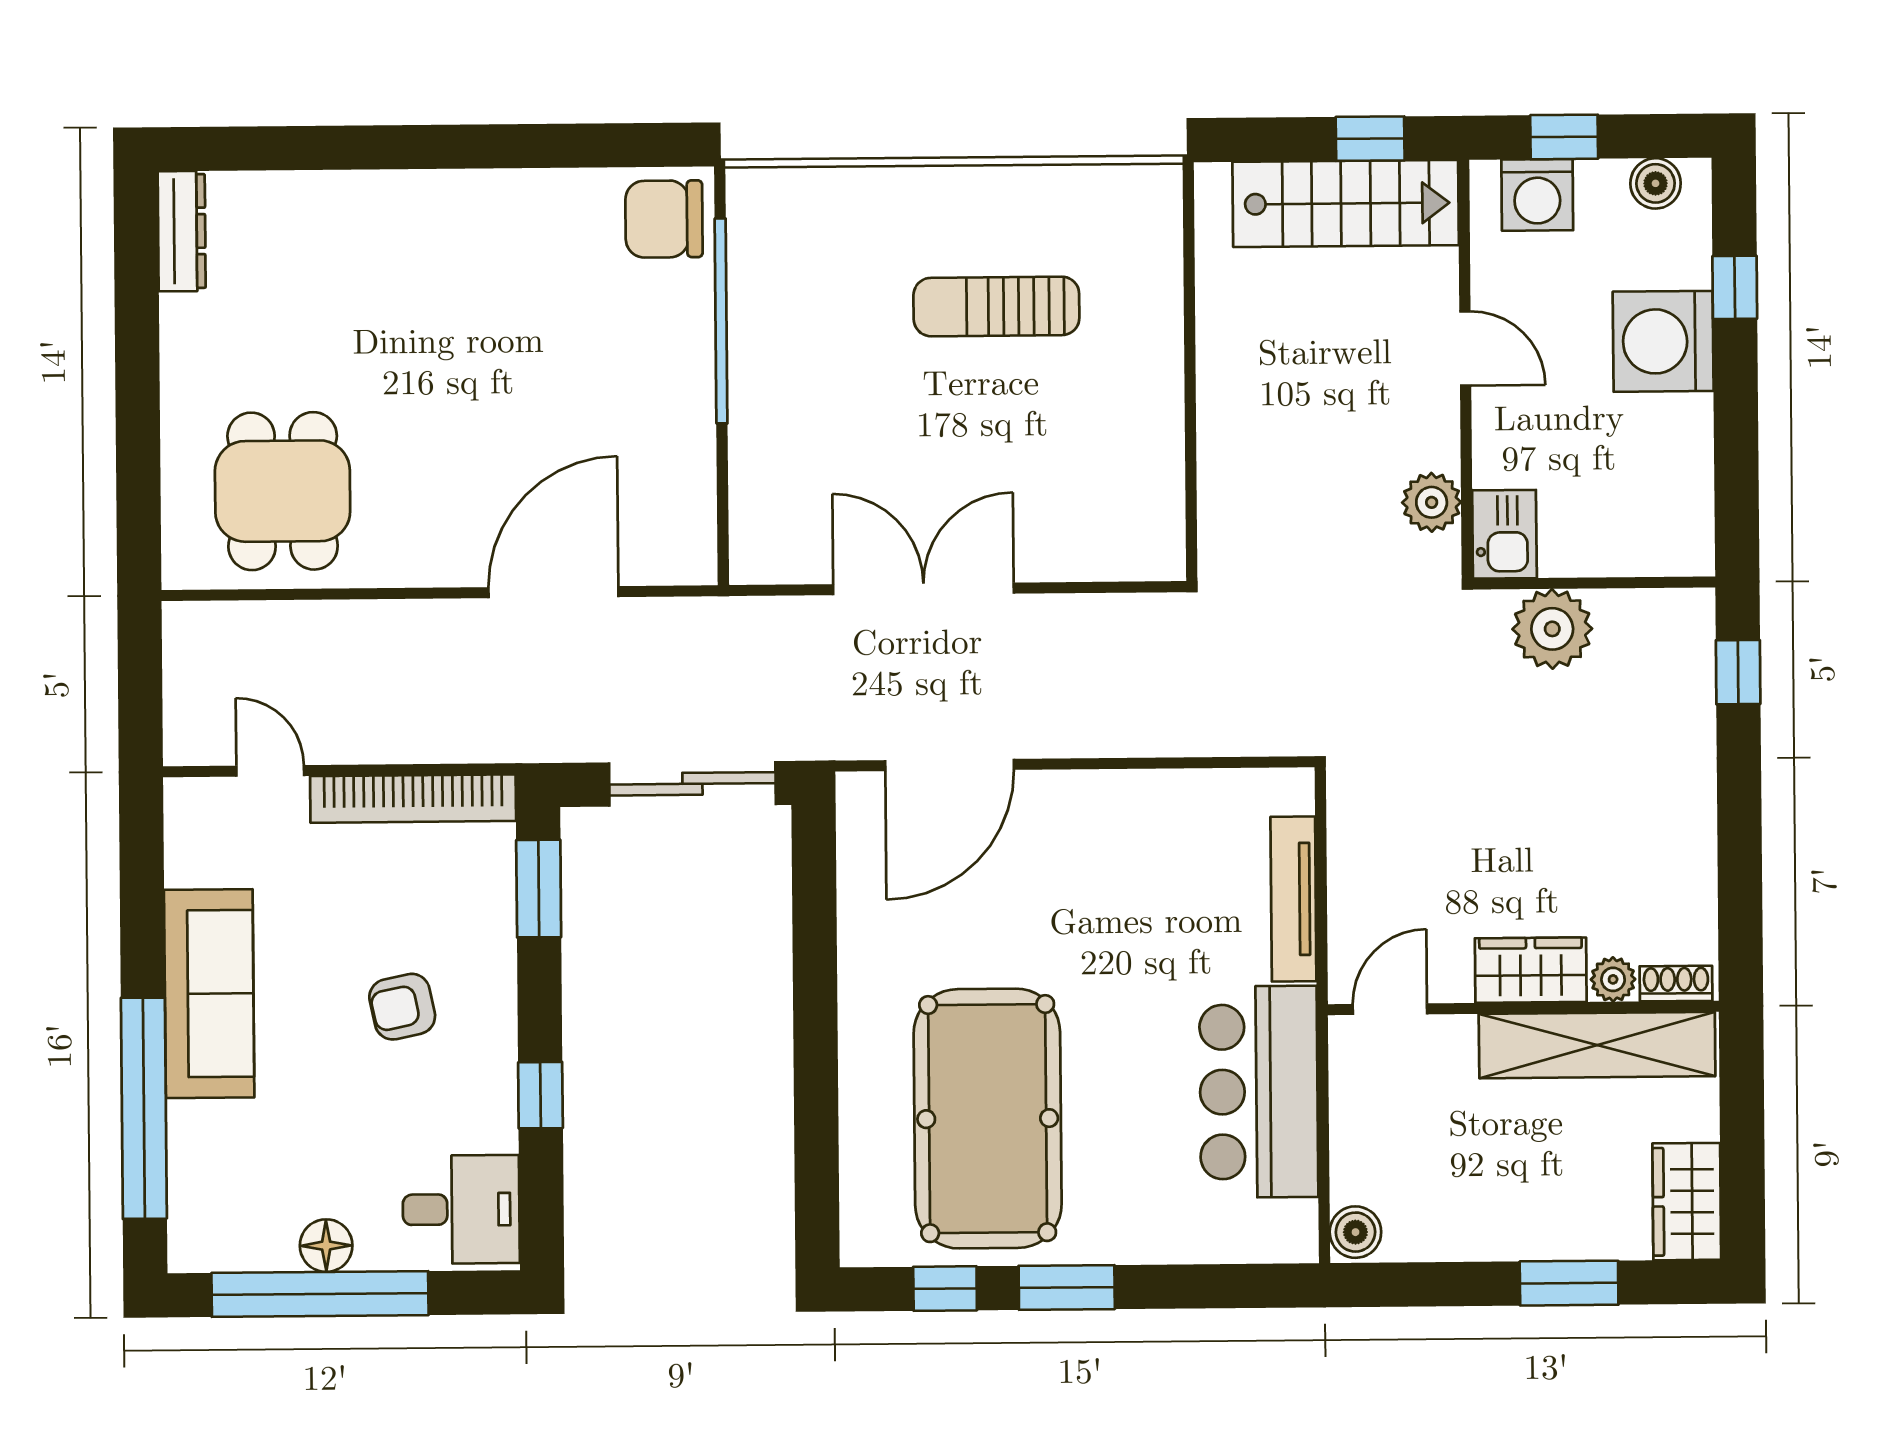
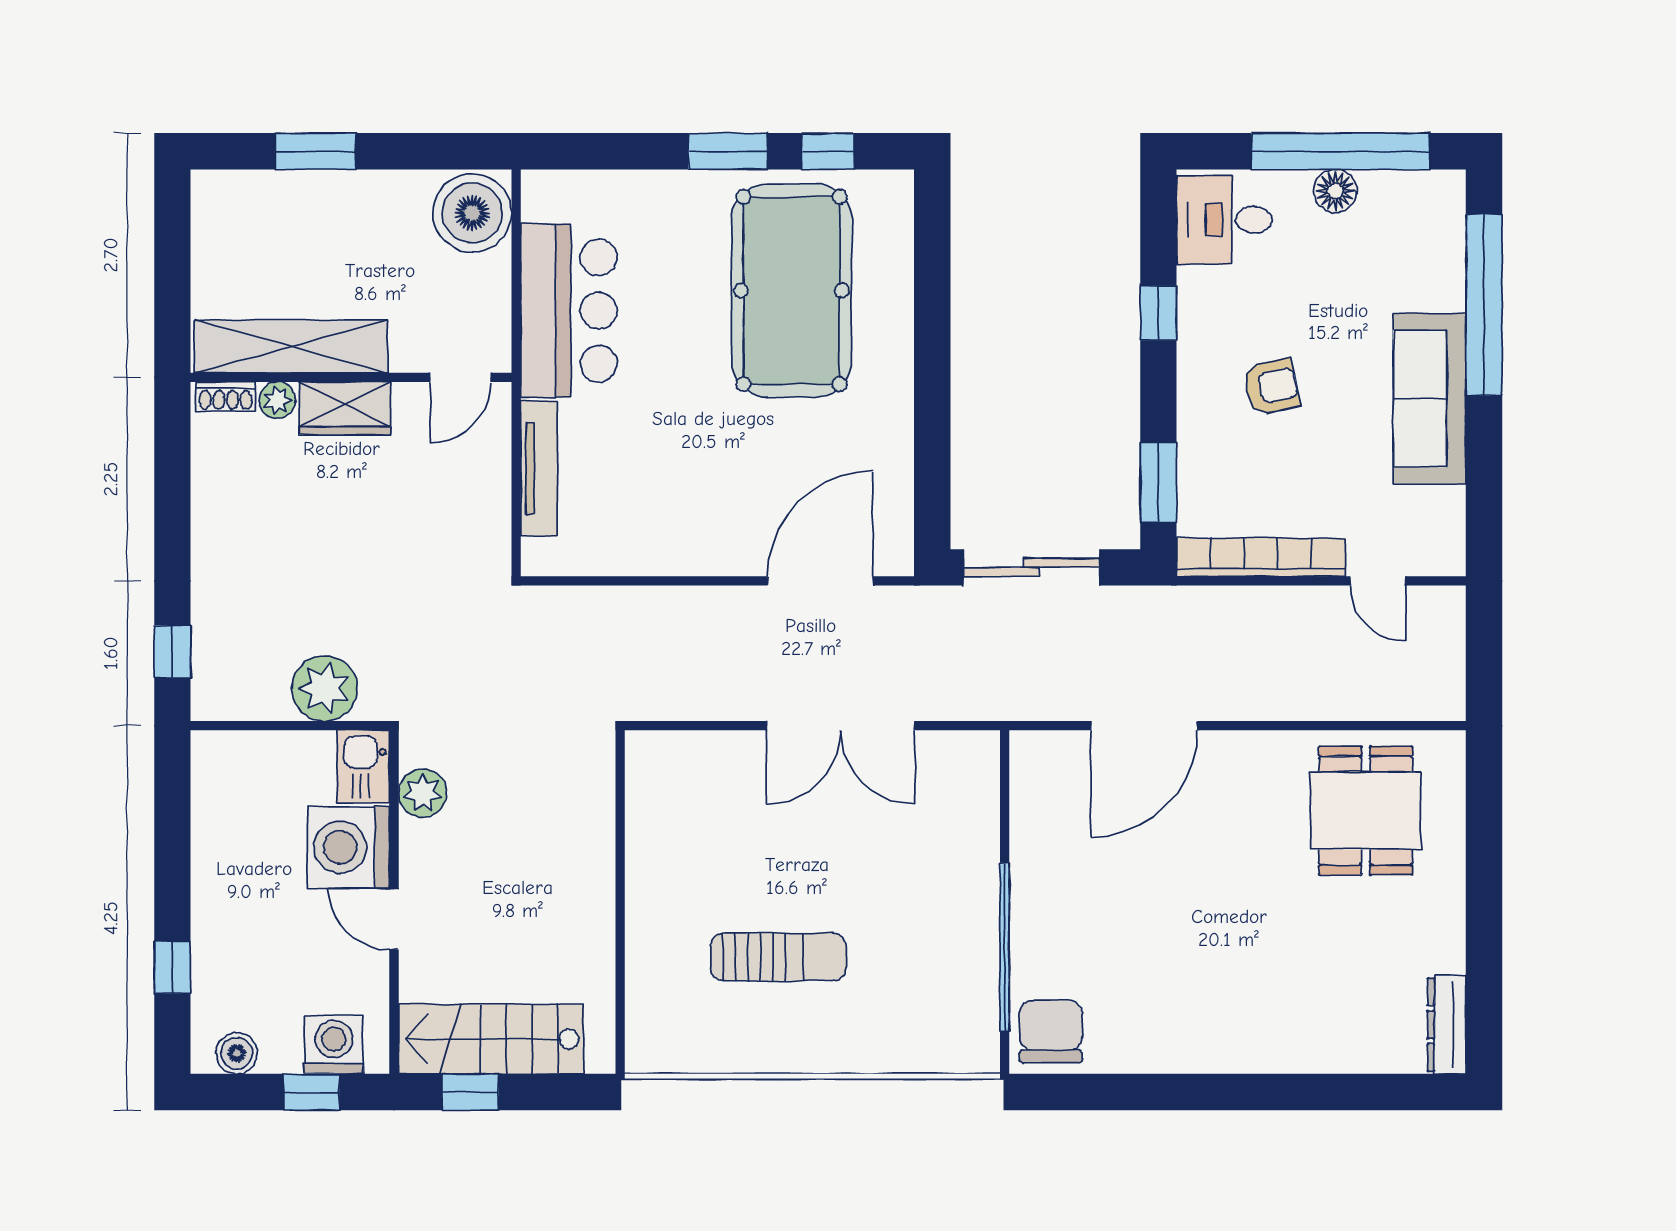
chair: (664, 219) -> (1051, 1031), turned -90
washing machine: (1663, 341) -> (348, 847), moved, turned 180
wardrobe: (1687, 1202) -> (218, 217), removed
boiler: (1355, 1232) -> (472, 213), width x1.86, depth x1.86

